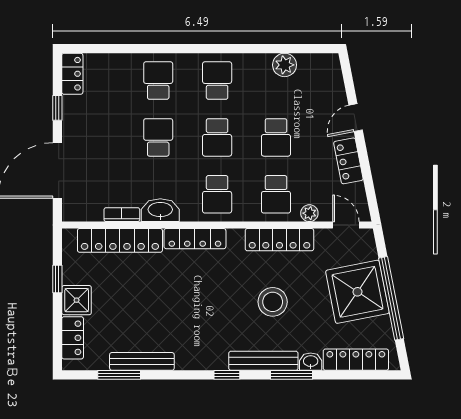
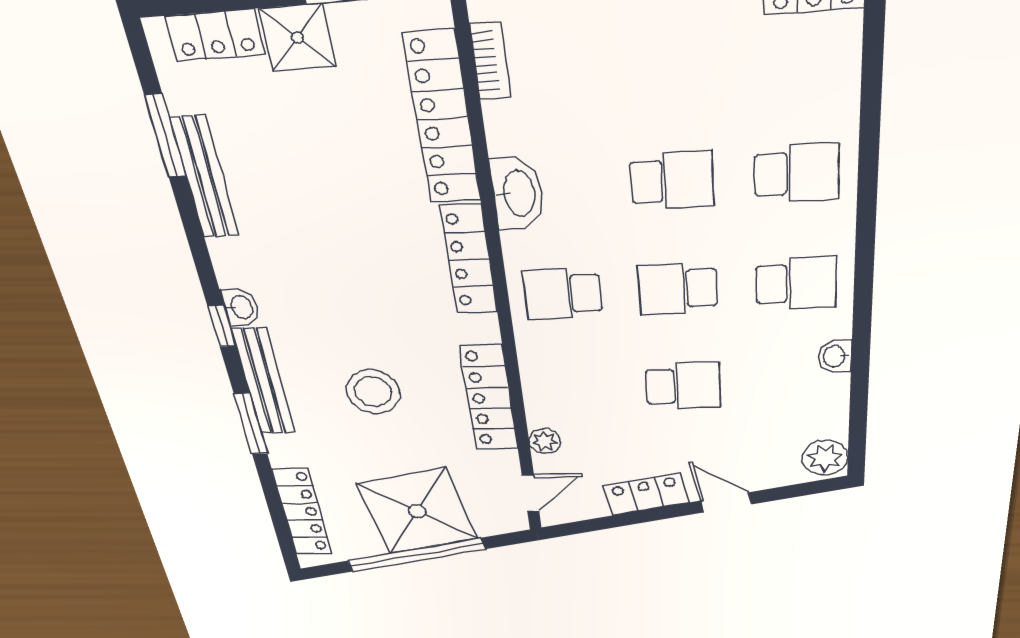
washbasin: (261, 61) -> (835, 356), added
plant: (285, 65) -> (825, 458), moved
school desk: (276, 137) -> (683, 386), turned 180
school desk: (276, 194) -> (574, 390), removed
bookcase: (122, 215) -> (490, 61), moved
washbasin: (311, 362) -> (241, 307), moved

